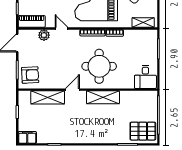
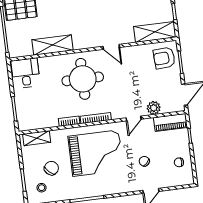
door: (61, 29) -> (134, 119), hinge flipped
door: (72, 90) -> (111, 47), hinge flipped
shelving: (48, 97) -> (155, 32), moved
shelving: (103, 97) -> (52, 45), moved

